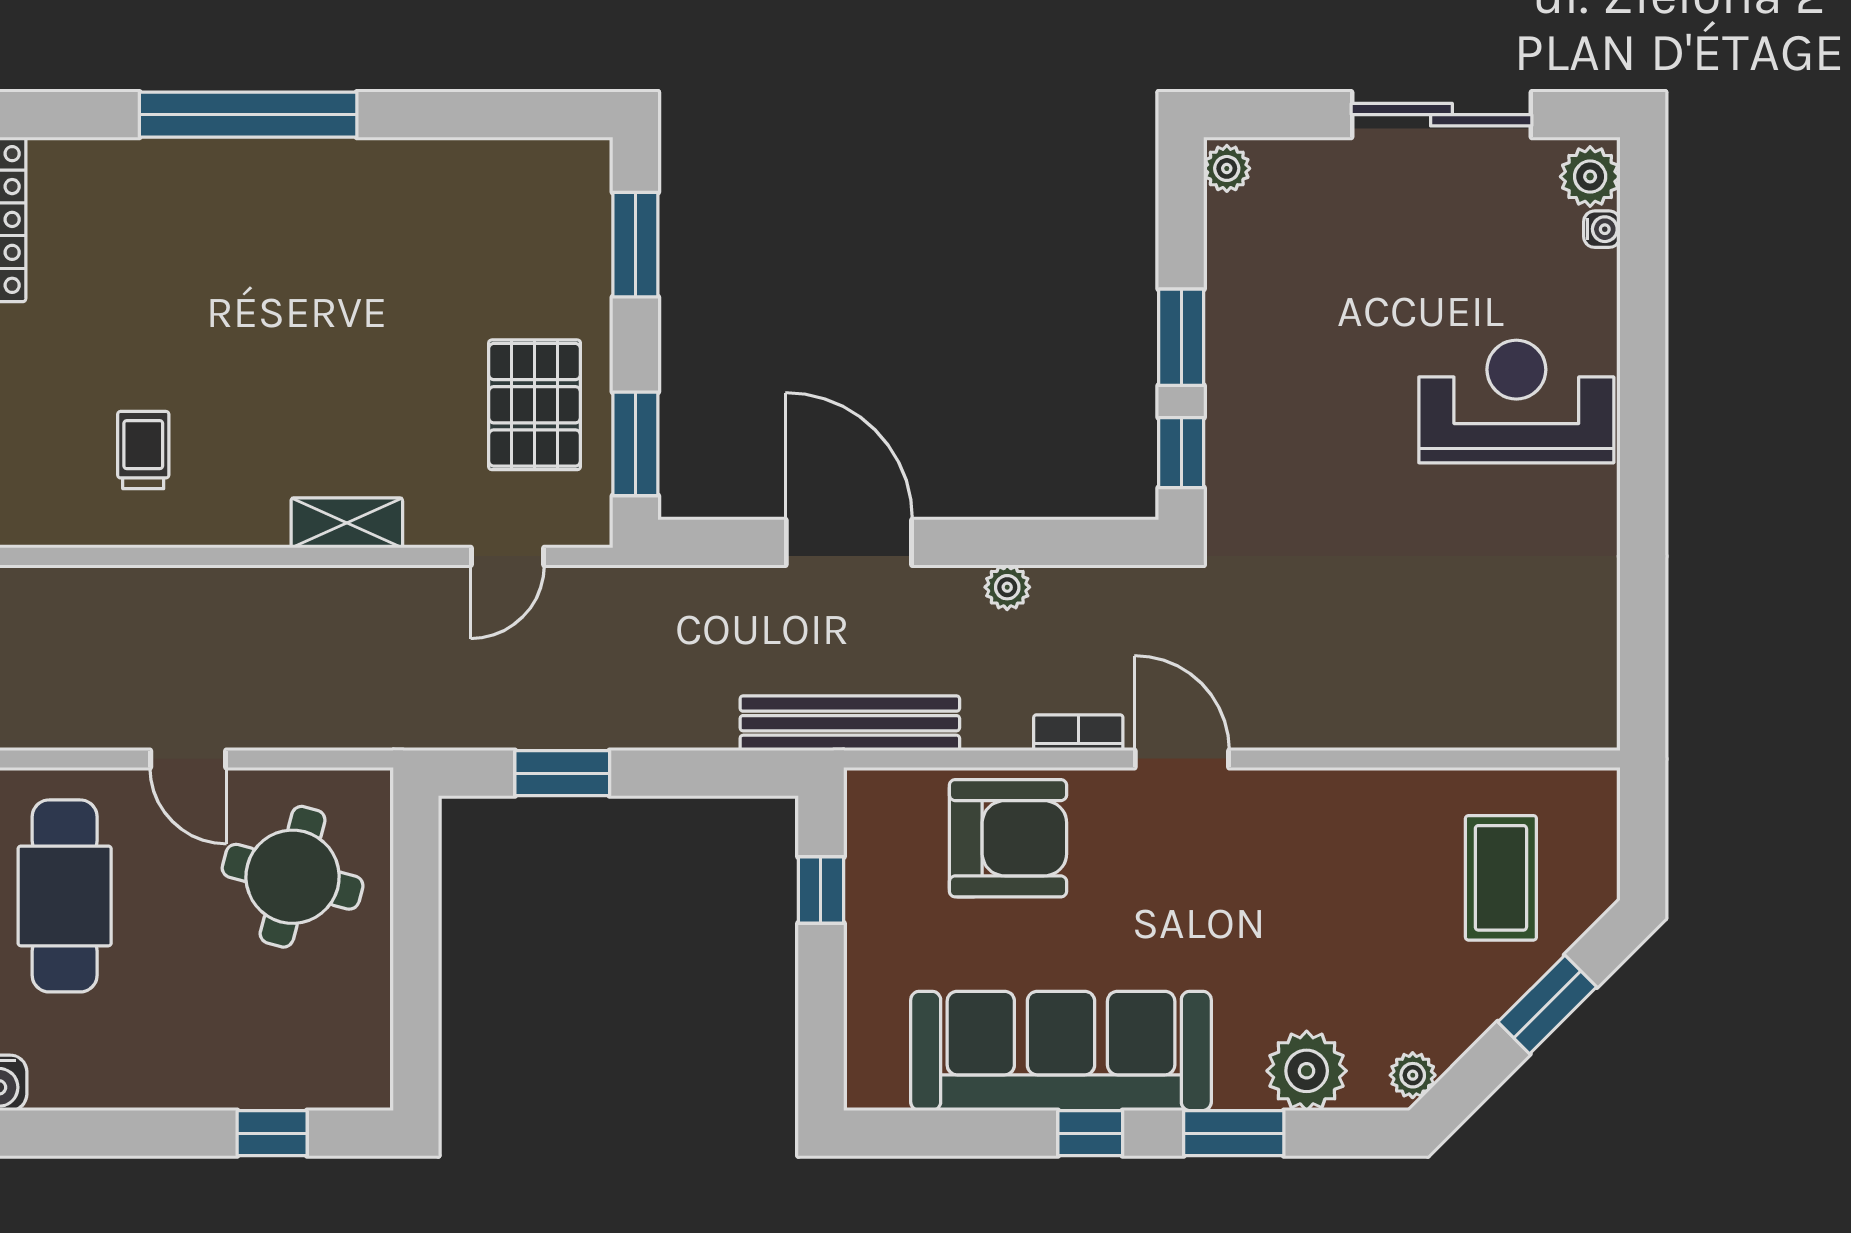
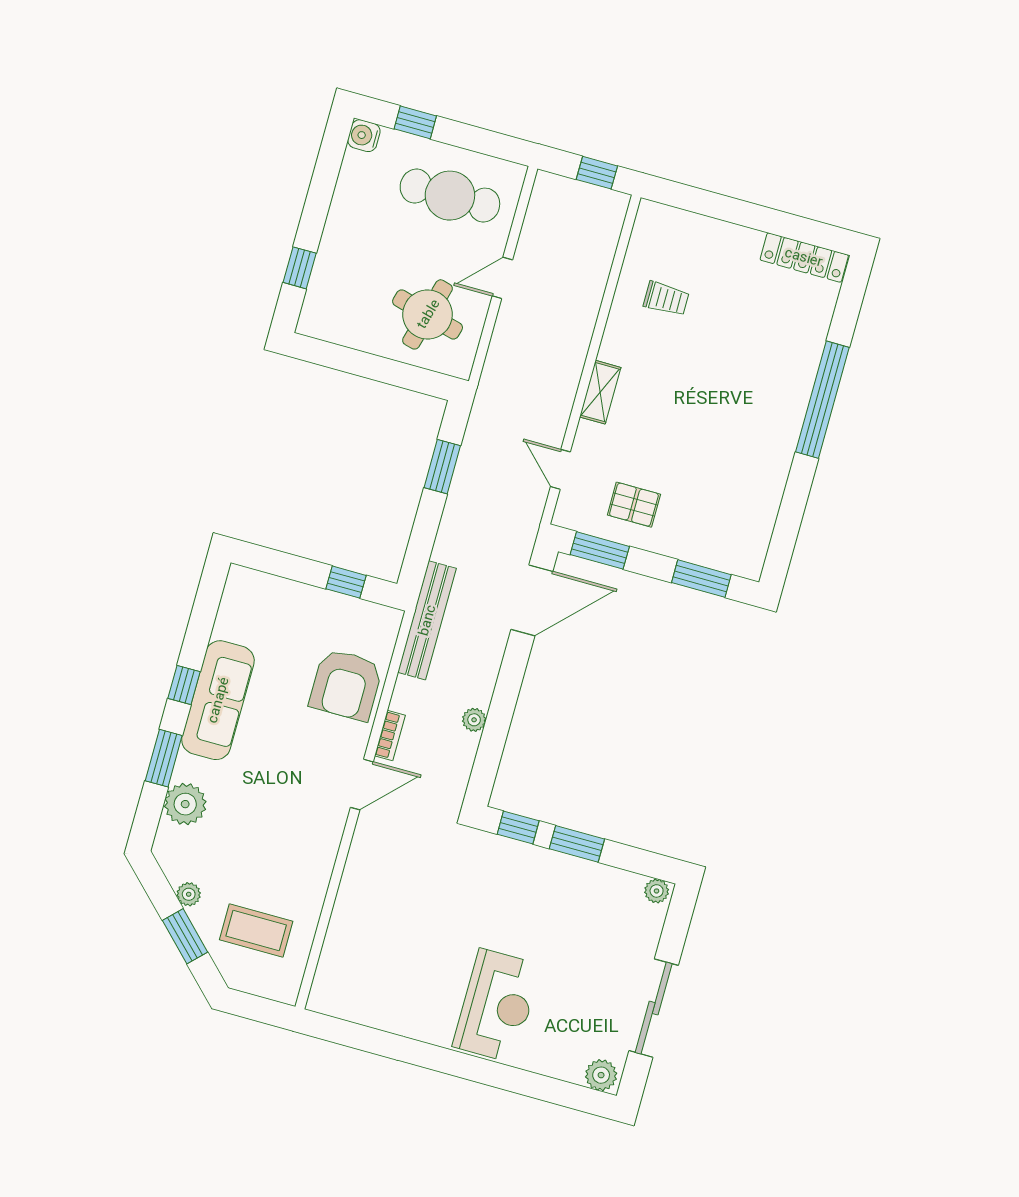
water cooler: (1602, 229) -> (573, 1074), removed
pallet: (535, 405) -> (634, 505), width x0.67, depth x0.71
door: (849, 542) -> (532, 600), moved
sofa: (1061, 1051) -> (218, 700), width x0.74, depth x0.79
plant: (1413, 1075) -> (189, 894), moved

